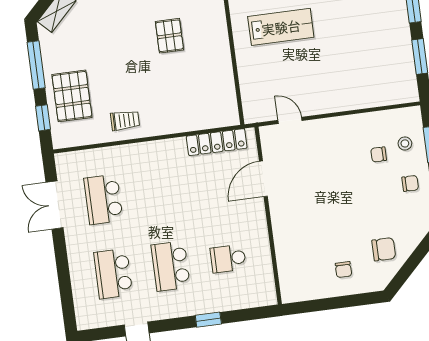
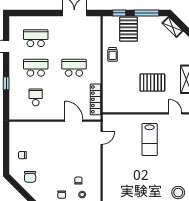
pallet: (169, 36) -> (152, 83), width x1.50, depth x1.42
pallet: (72, 96) -> (128, 29), turned 90
school desk: (103, 199) -> (74, 68), moved

